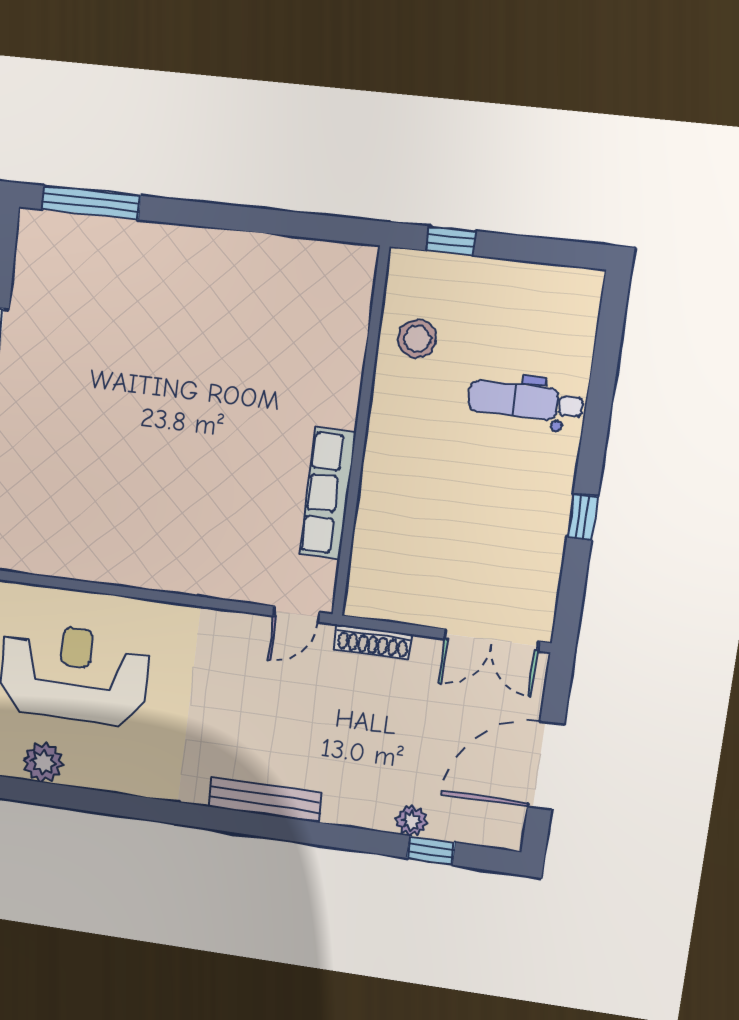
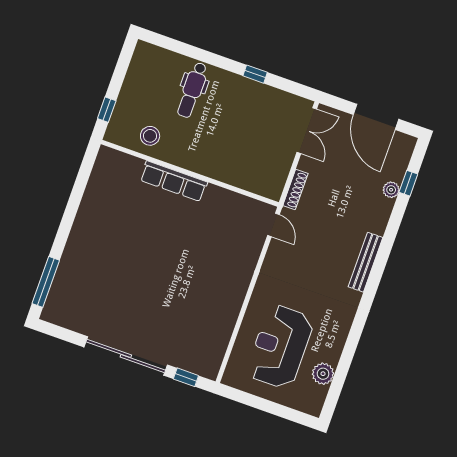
row of seats: (327, 494) -> (174, 181), moved

